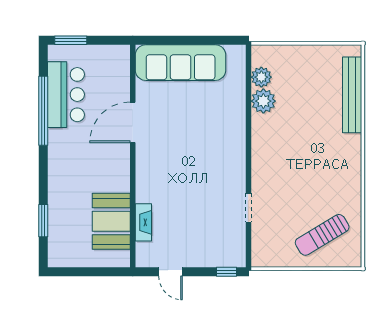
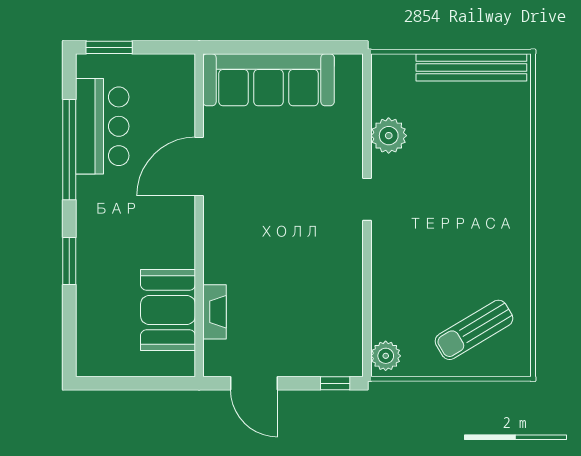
plant: (261, 77) -> (386, 356), moved
bench: (352, 95) -> (471, 67), moved, turned 90
doorway: (248, 208) -> (367, 199), moved
window: (43, 221) -> (69, 261), moved
door: (170, 272) -> (254, 383), width x1.37

